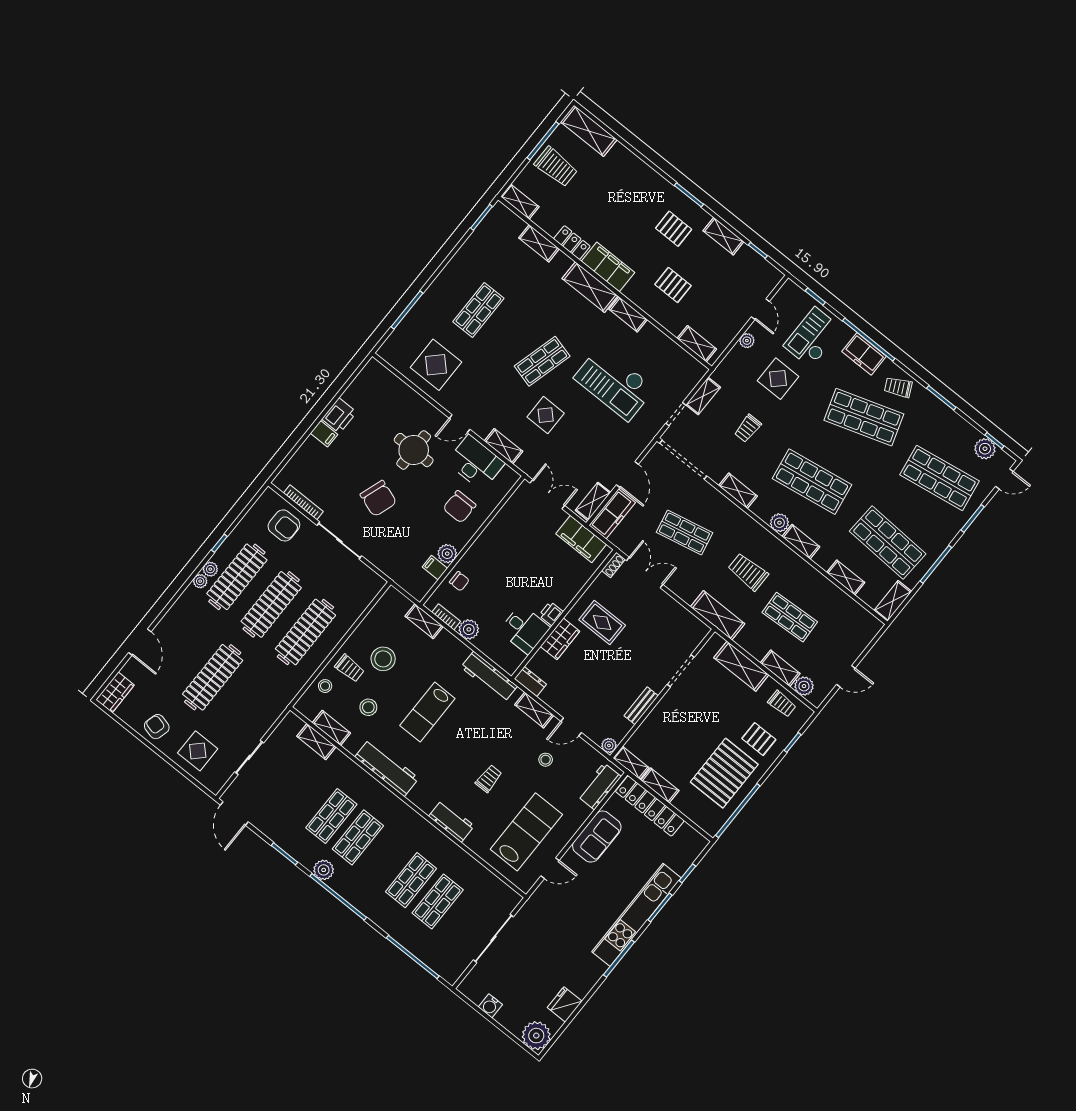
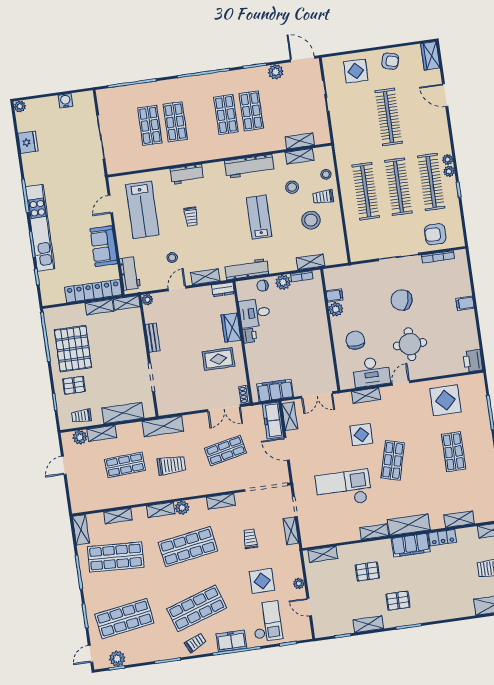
printer: (339, 416) -> (473, 361), moved
chair: (459, 581) -> (263, 286), moved
plant: (324, 870) -> (276, 72), moved
plant: (536, 1036) -> (20, 106), width x0.53, depth x0.53

